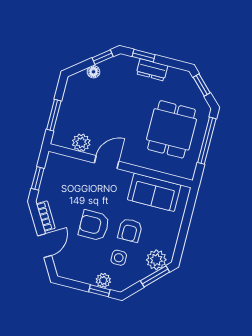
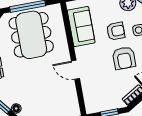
dining table: (172, 129) -> (31, 35), width x1.38
plant: (81, 143) -> (70, 94), removed

